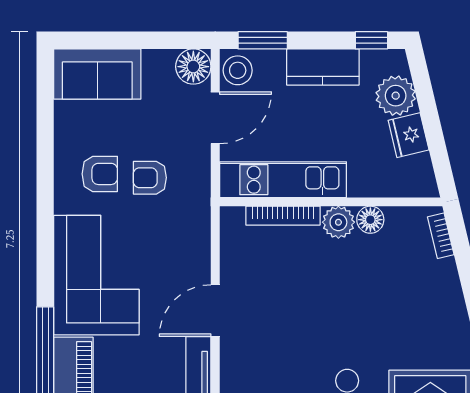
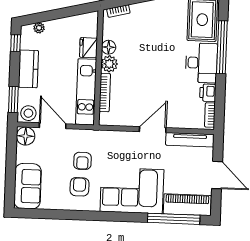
plant: (396, 96) -> (39, 28), width x0.53, depth x0.53
fridge: (409, 135) -> (88, 48), moved, turned 103
door: (215, 311) -> (153, 130), swing flipped

